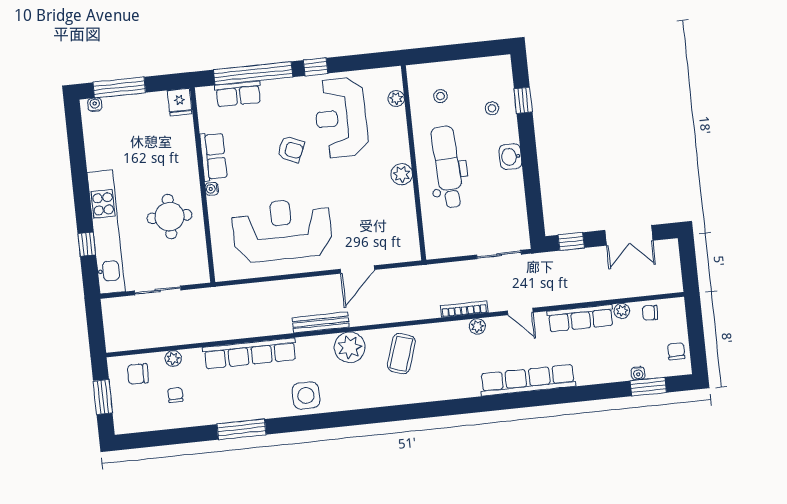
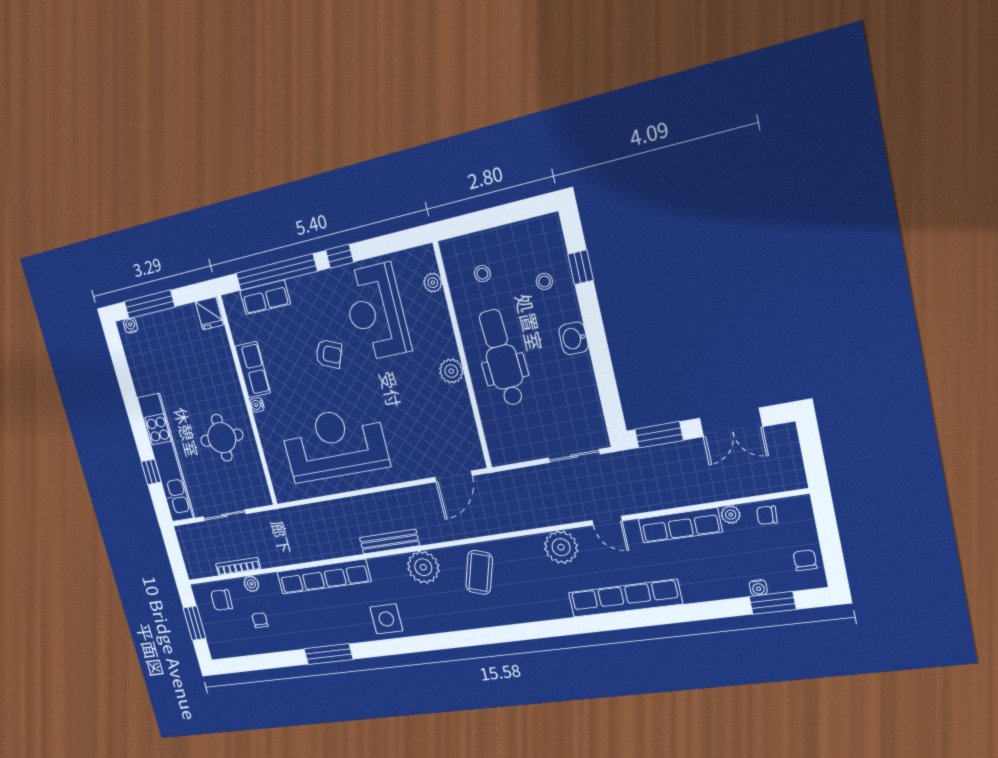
window: (571, 241) -> (659, 435), width x1.50
door: (357, 269) -> (453, 476), moved
bookcase: (464, 309) -> (238, 566), moved
plant: (477, 326) -> (561, 547), width x1.87, depth x1.87

